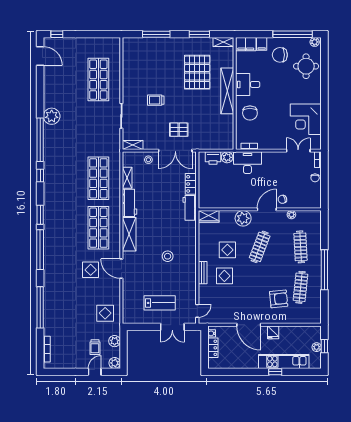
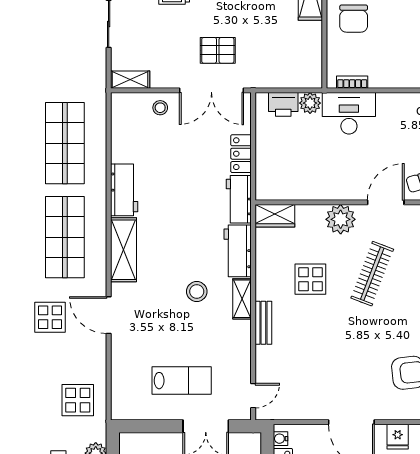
shelving: (127, 178) -> (242, 299), moved
workbench: (189, 235) -> (238, 251), added
display table: (224, 276) -> (305, 329), removed

